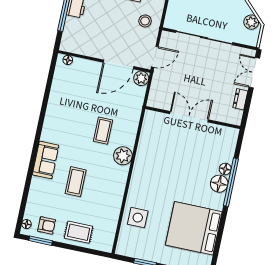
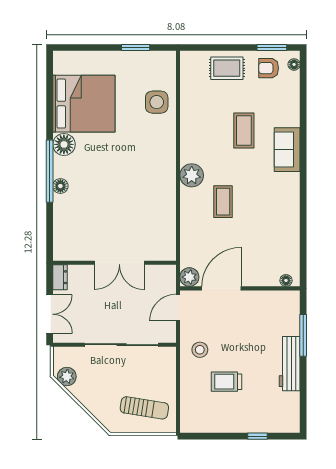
double door: (189, 117) -> (119, 263), moved
wall: (193, 118) -> (114, 263), moved
floor lamp: (219, 184) -> (64, 144), moved

